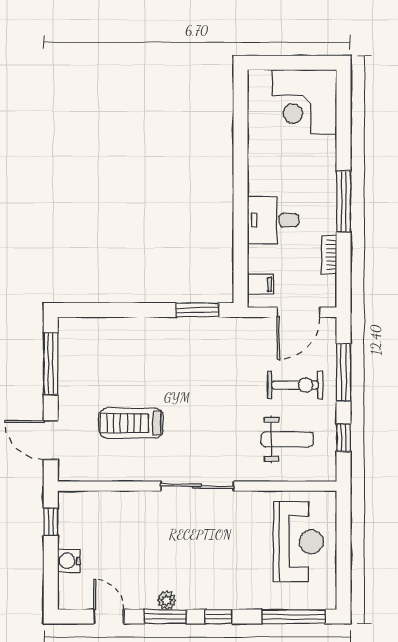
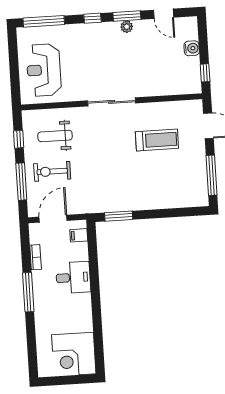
corner desk: (304, 102) -> (74, 354), moved, turned 180

